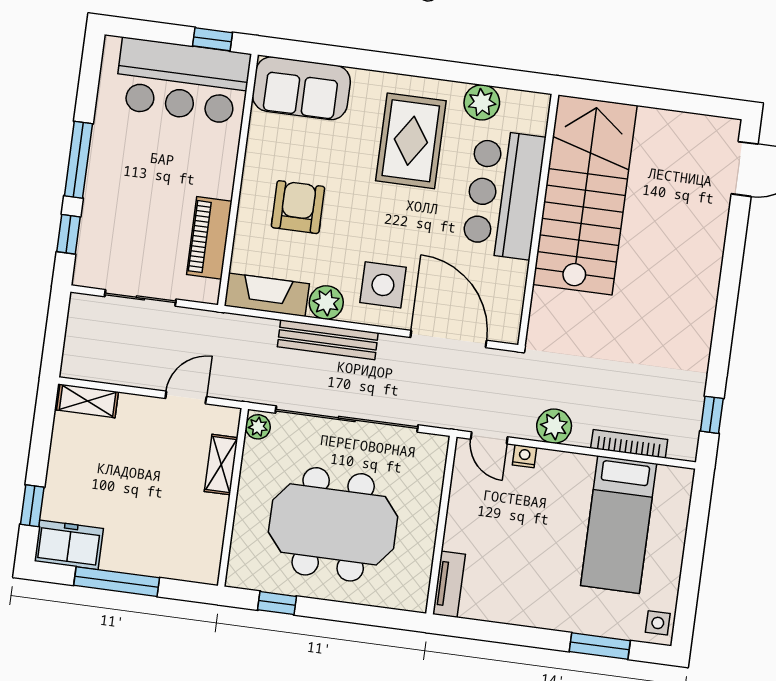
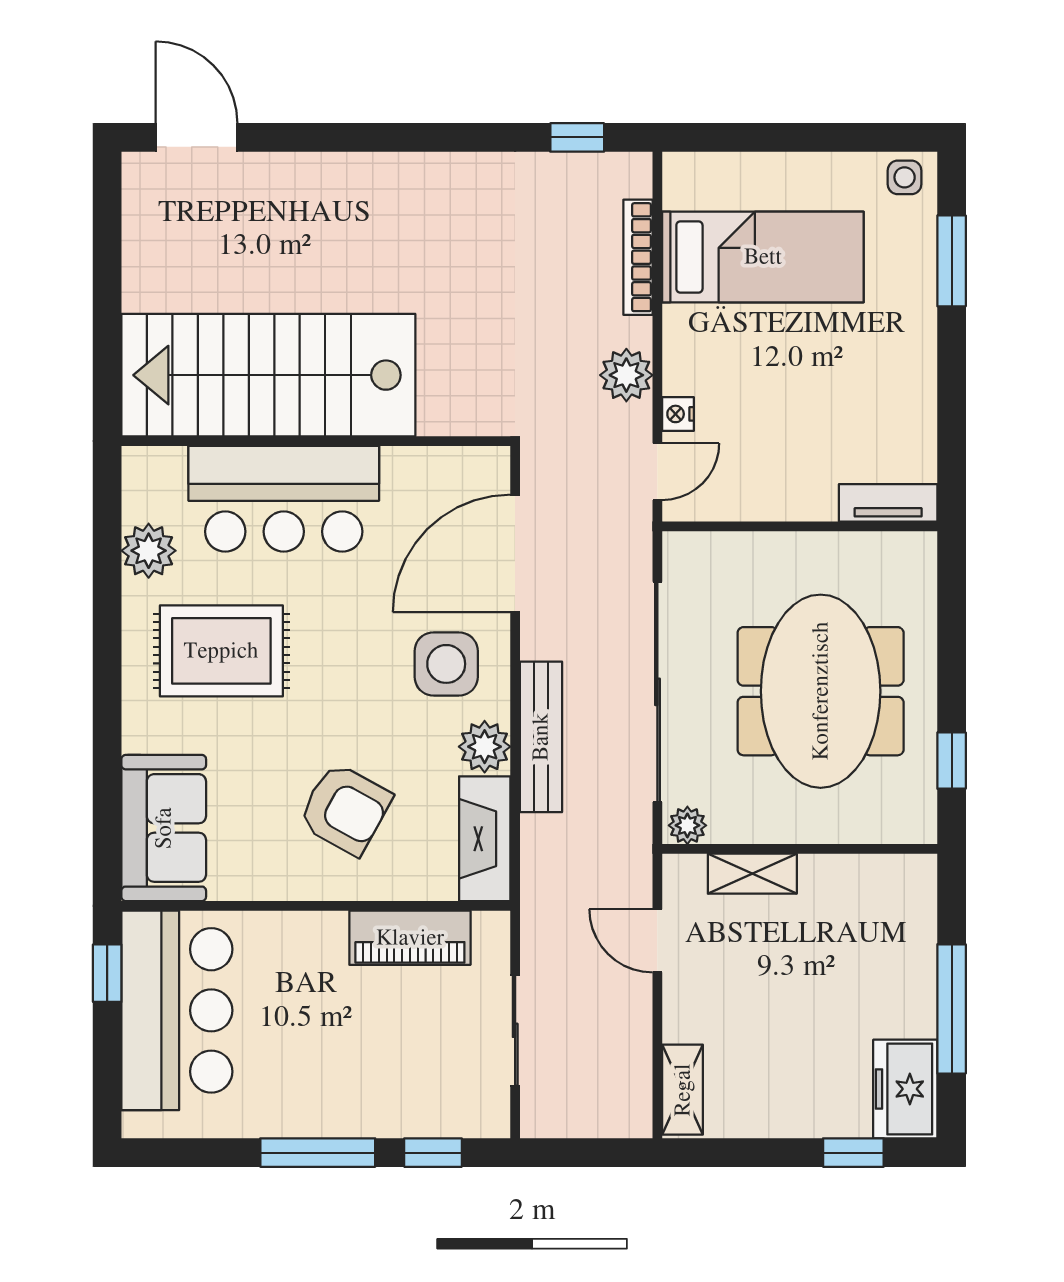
armchair: (298, 207) -> (345, 809), turned -151

